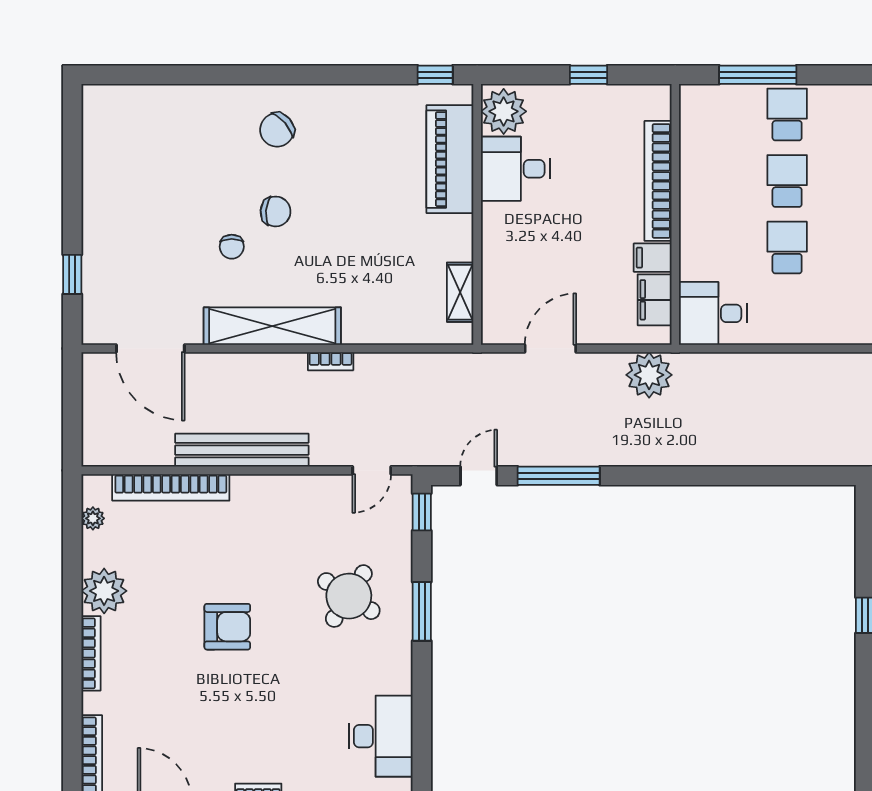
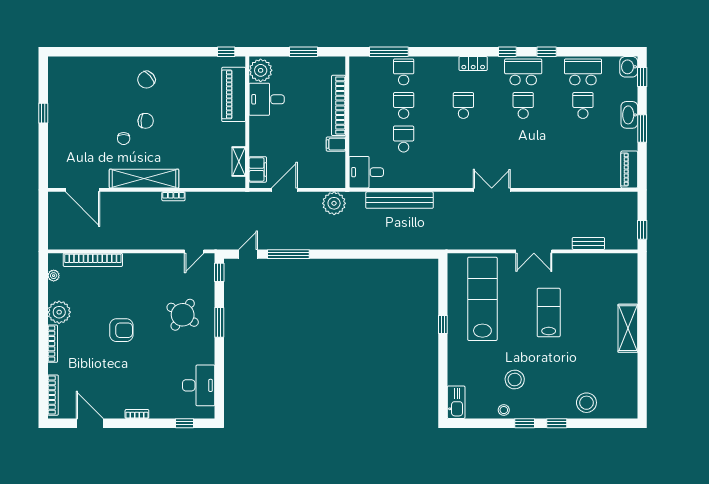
window: (589, 75) -> (304, 52), width x1.50
window: (72, 274) -> (43, 113), moved
filing cabinet: (655, 300) -> (258, 169), moved, turned 180
bench: (242, 450) -> (399, 200), moved

